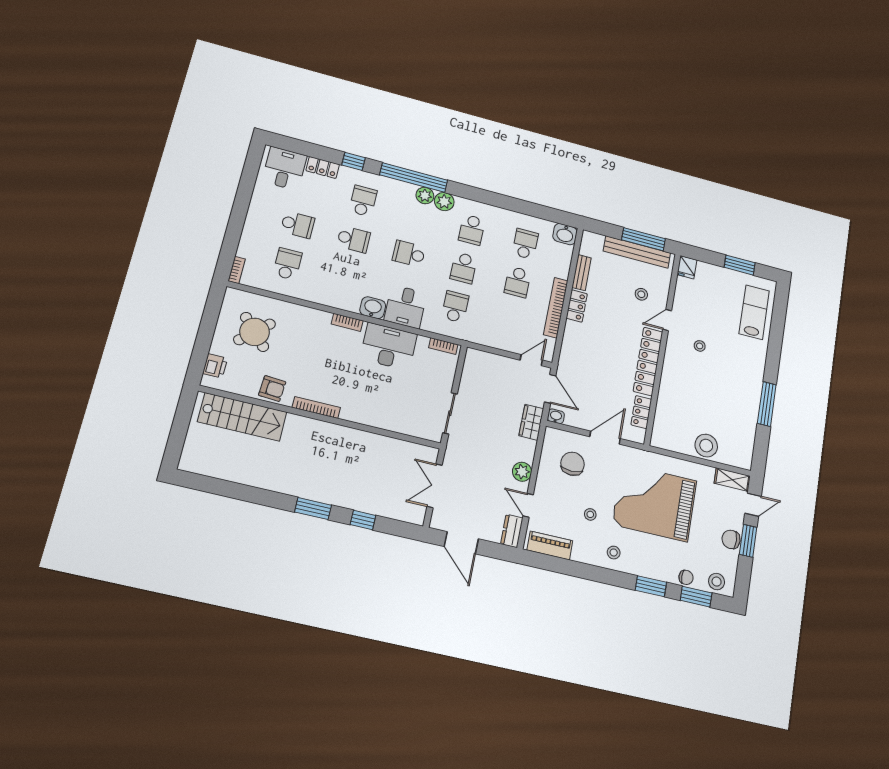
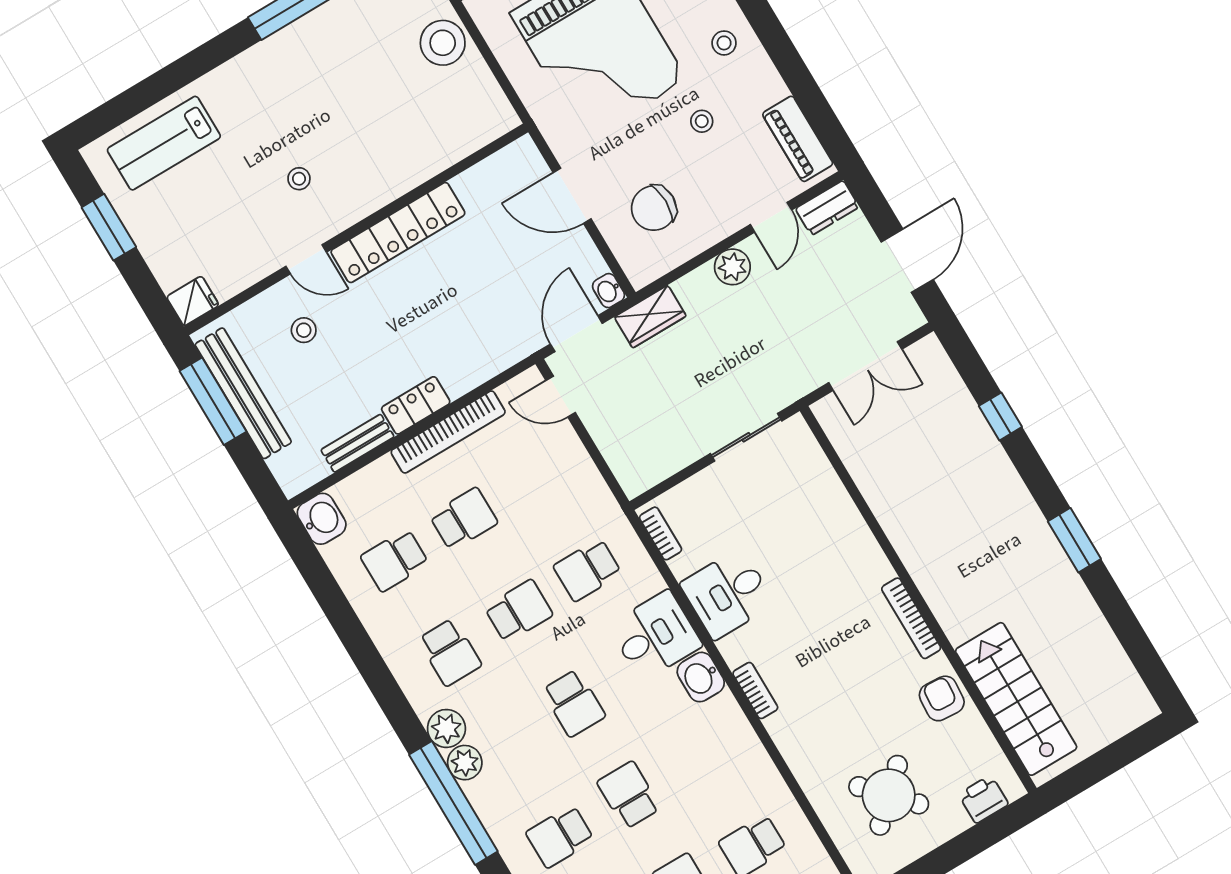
school desk: (472, 230) -> (450, 652), turned 90
desk: (389, 346) -> (728, 594), width x0.73
locker: (641, 412) -> (484, 177), removed
window: (313, 509) -> (1074, 540), moved

